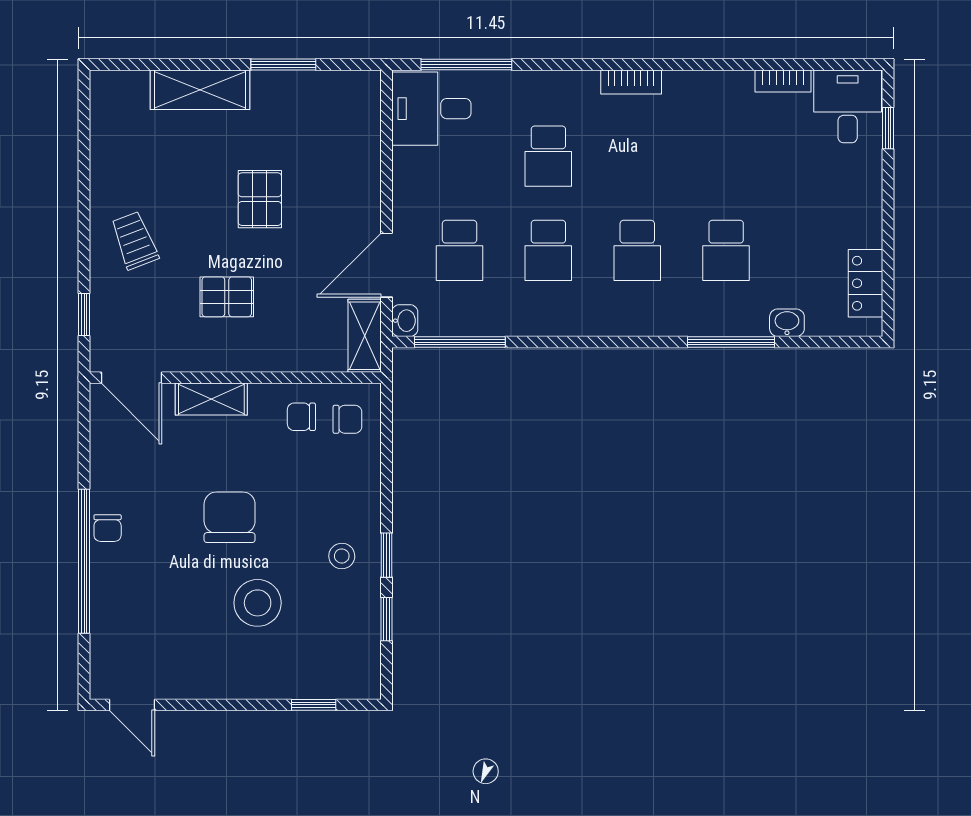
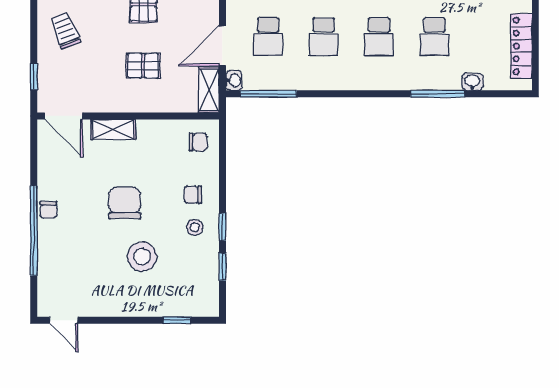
locker: (866, 283) -> (521, 46), width x1.53
pallet: (227, 297) -> (143, 66), moved
chair: (301, 417) -> (193, 195), moved

